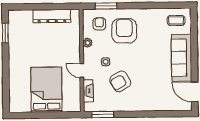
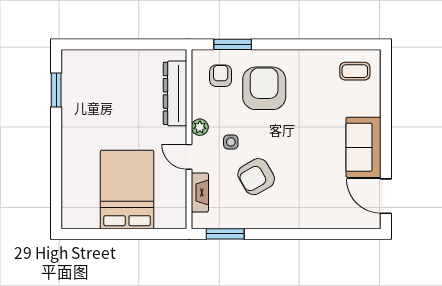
dresser: (52, 16) -> (175, 93), moved, turned 90
plant: (88, 43) -> (200, 127), moved
sofa: (181, 58) -> (364, 147), width x0.73

